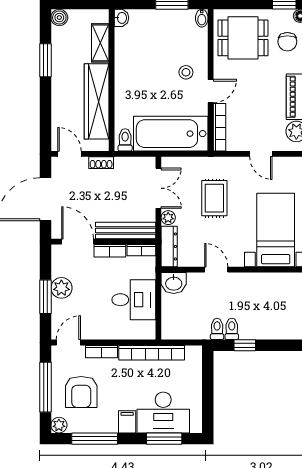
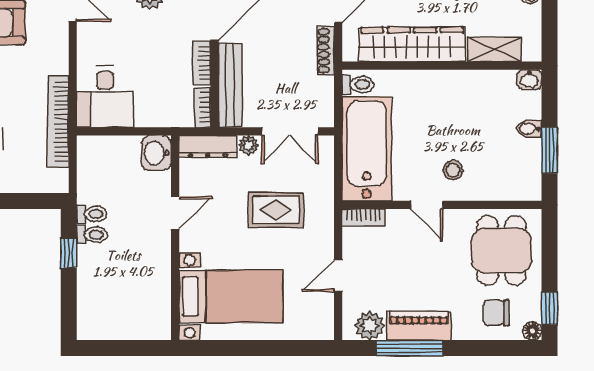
bidet: (202, 18) -> (529, 129), moved
bookcase: (220, 127) -> (363, 217), width x0.64
shoe rack: (101, 163) -> (326, 51), width x1.43
desk: (134, 300) -> (105, 97), moved
bookcase: (101, 352) -> (60, 51), removed

